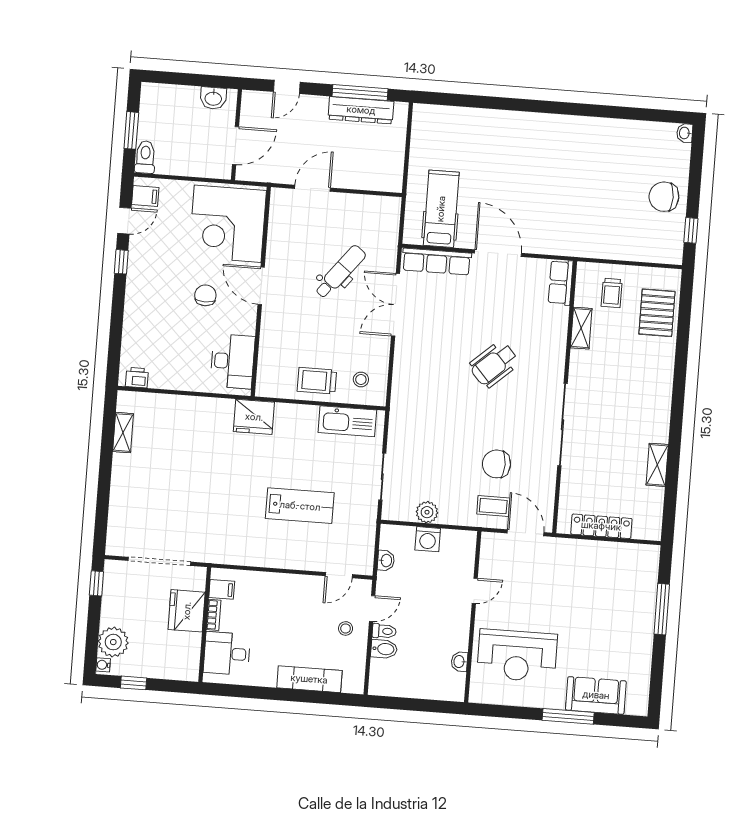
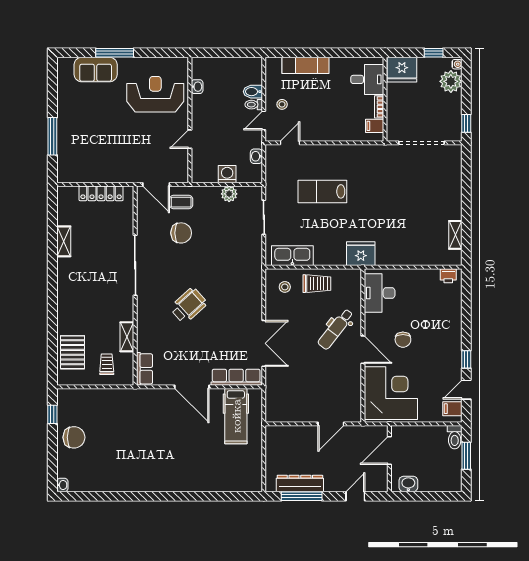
dental chair: (340, 272) -> (336, 329), moved
fridge: (187, 611) -> (402, 70), moved, turned 90

